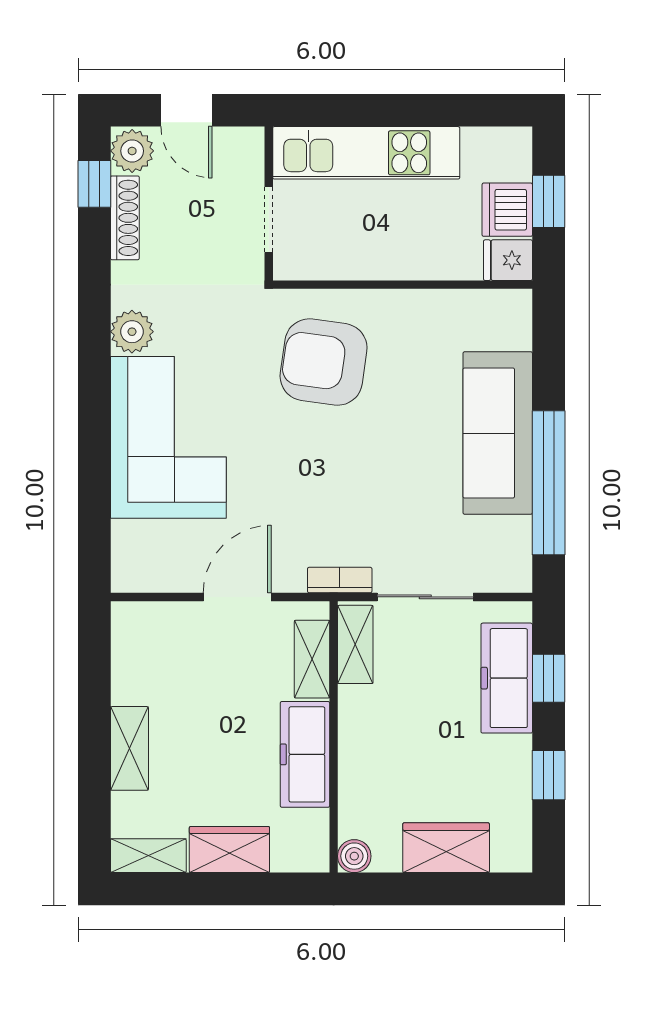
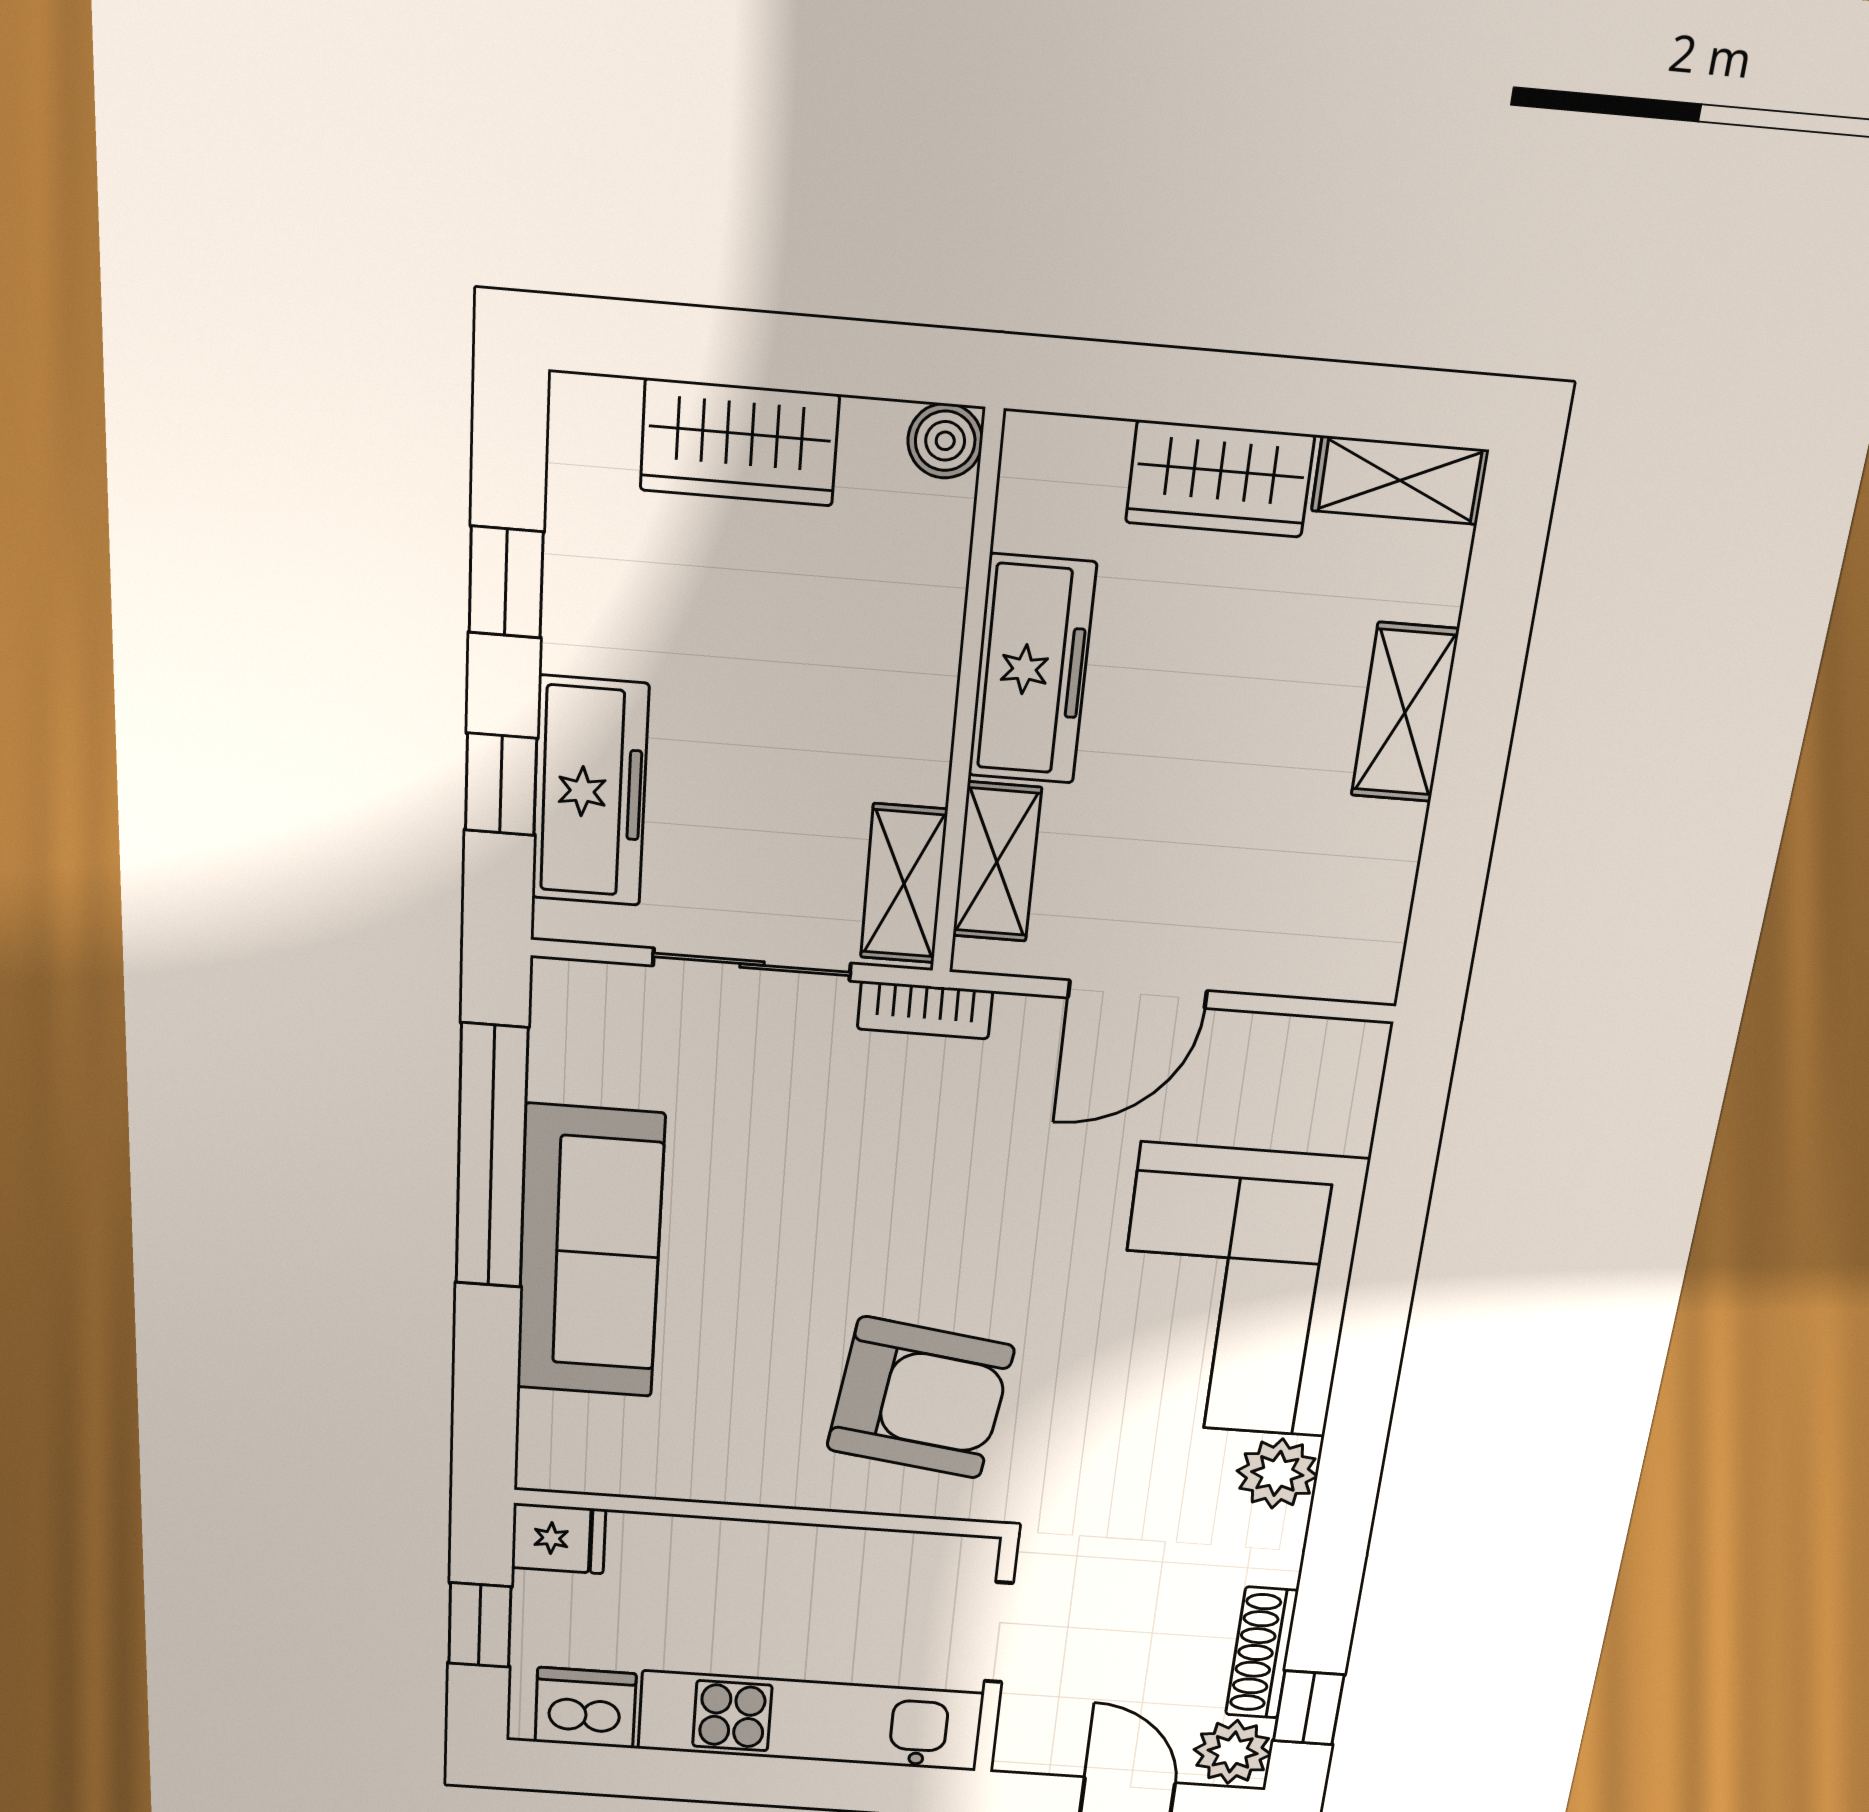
dishwasher: (507, 210) -> (585, 1708), moved, turned -90

